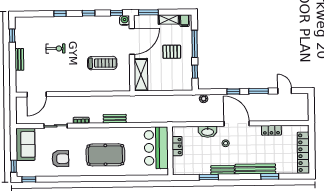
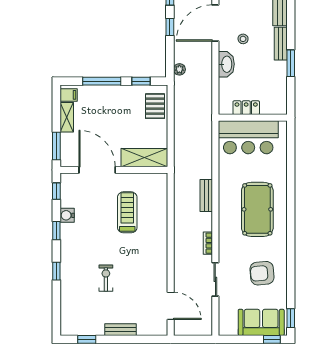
water cooler: (125, 20) -> (67, 215), moved
pallet: (172, 52) -> (155, 106), moved
sofa: (25, 144) -> (261, 322), moved
armchair: (60, 159) -> (262, 273), turned -95

